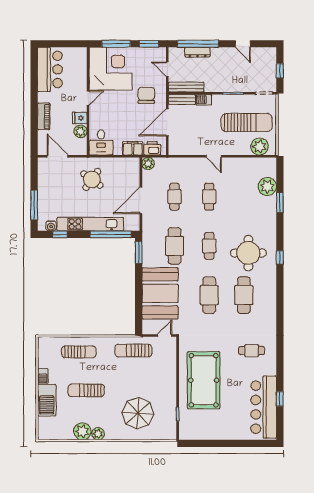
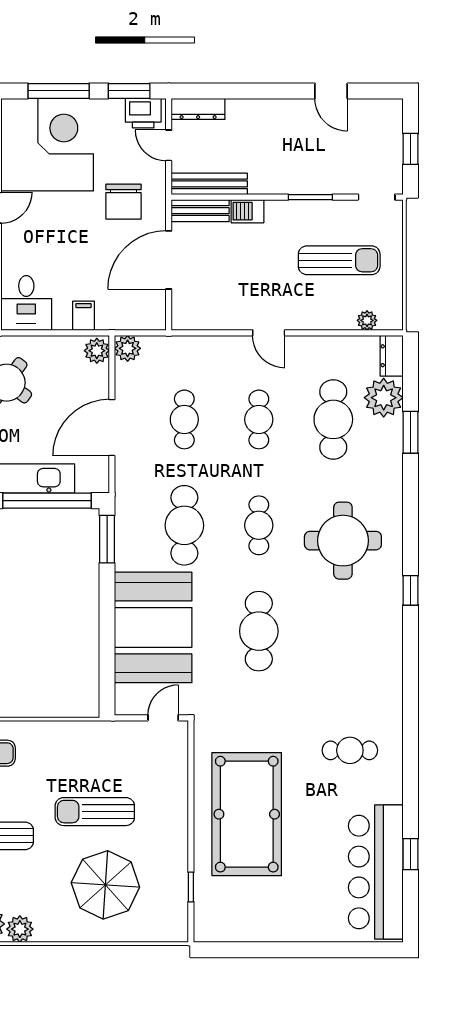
window: (198, 44) -> (235, 91), removed
dresser: (197, 52) -> (198, 109), moved
chair: (146, 95) -> (124, 202), turned 180
sun lounger: (247, 123) -> (339, 260), width x0.73, depth x0.75
plant: (260, 147) -> (367, 320), width x0.53, depth x0.53
filing cabinet: (133, 148) -> (84, 316), width x0.50
printer: (152, 148) -> (143, 113), moved, turned 180
plant: (134, 165) -> (97, 351), added
dresser: (271, 167) -> (392, 356), added
window: (280, 257) -> (411, 590), moved
cafe table: (244, 295) -> (333, 419), moved
sun lounger: (133, 351) -> (95, 812), moved

